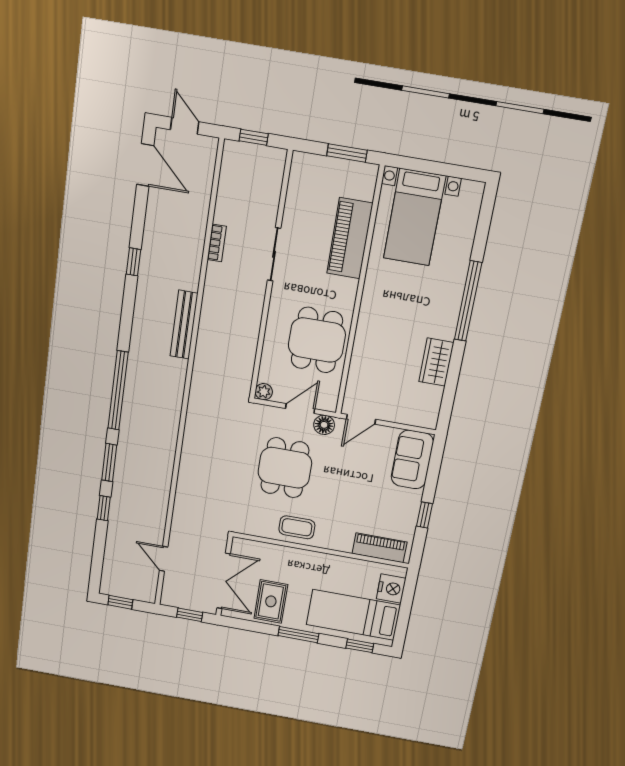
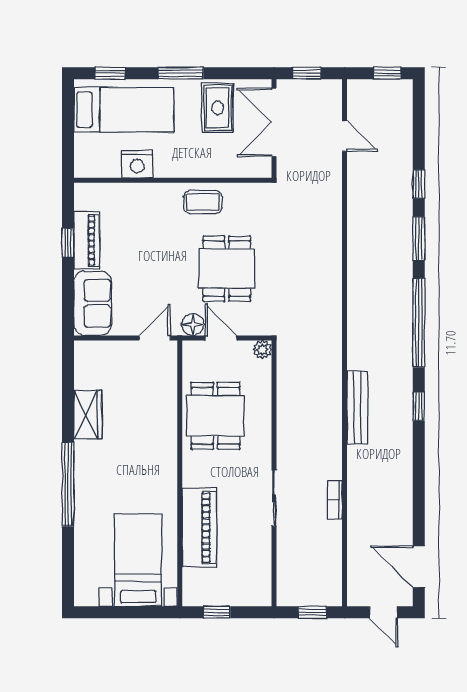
window: (347, 153) -> (217, 612), width x0.67
window: (133, 262) -> (419, 406), moved
door: (300, 409) -> (221, 338), swing flipped
piano: (380, 548) -> (87, 240), moved, turned -90
nightstand: (391, 589) -> (137, 164), moved, turned -90

